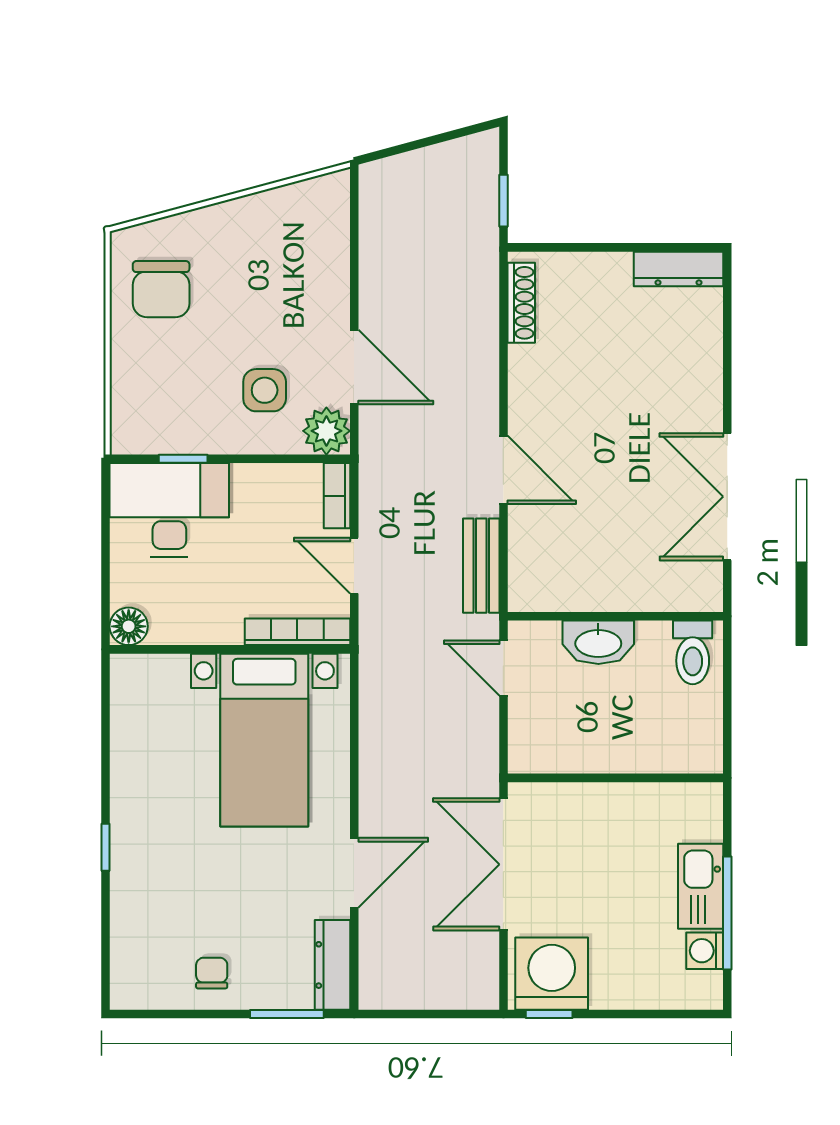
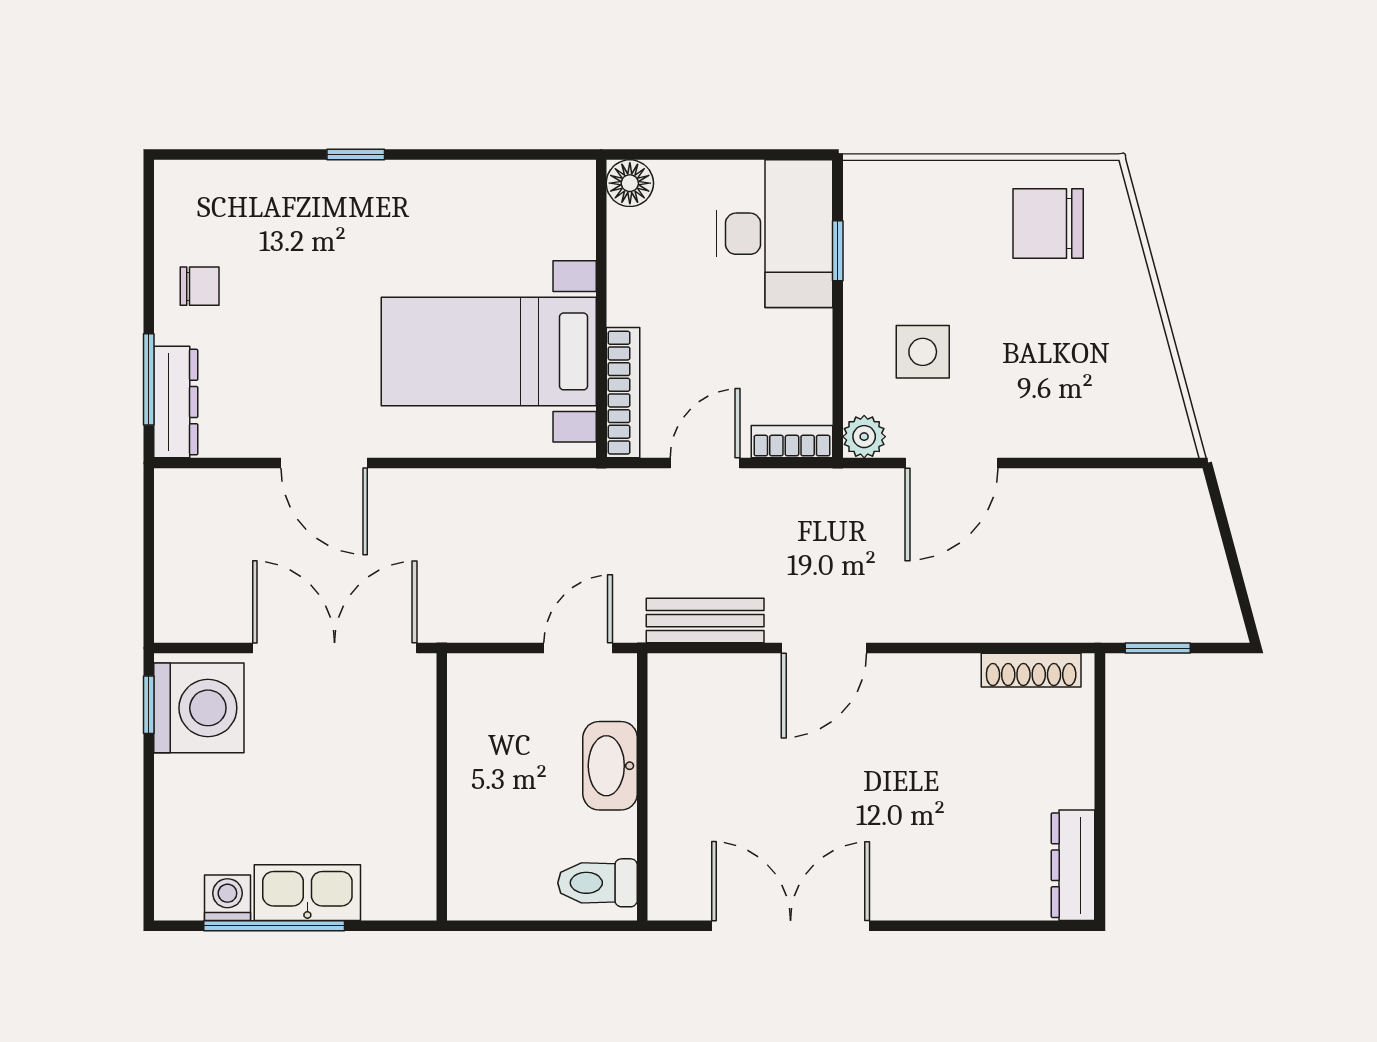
plant: (326, 431) -> (864, 437), width x0.73, depth x0.73
dresser: (332, 965) -> (176, 402), moved, turned 90

